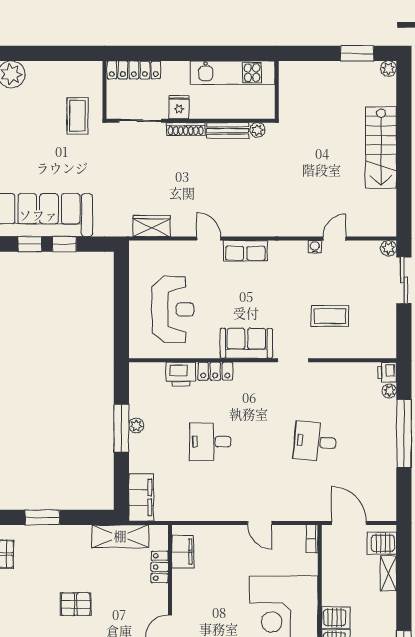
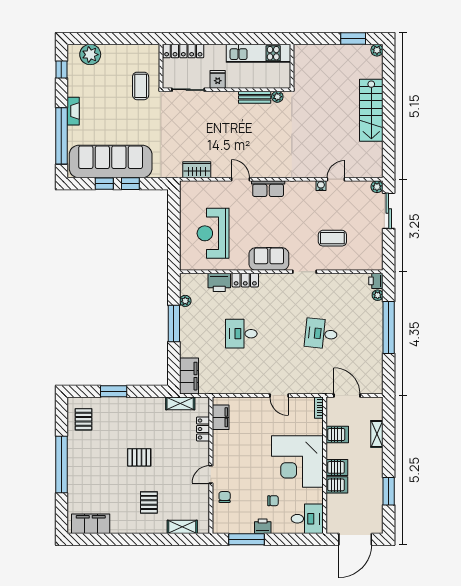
shoe rack: (186, 129) -> (223, 96), removed
reception desk: (173, 310) -> (213, 233), turned 180
plant: (136, 426) -> (185, 301), moved
shelving: (120, 536) -> (180, 403), width x0.67, depth x0.75
server rack: (382, 543) -> (337, 435), moved, turned 180

